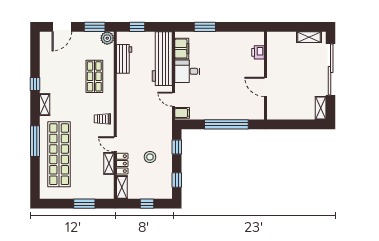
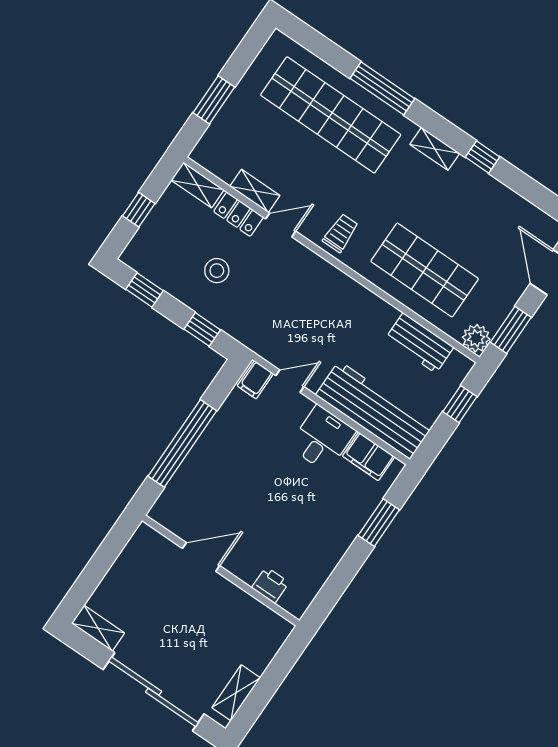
shop shelf: (94, 76) -> (425, 270), width x1.43, depth x1.36

